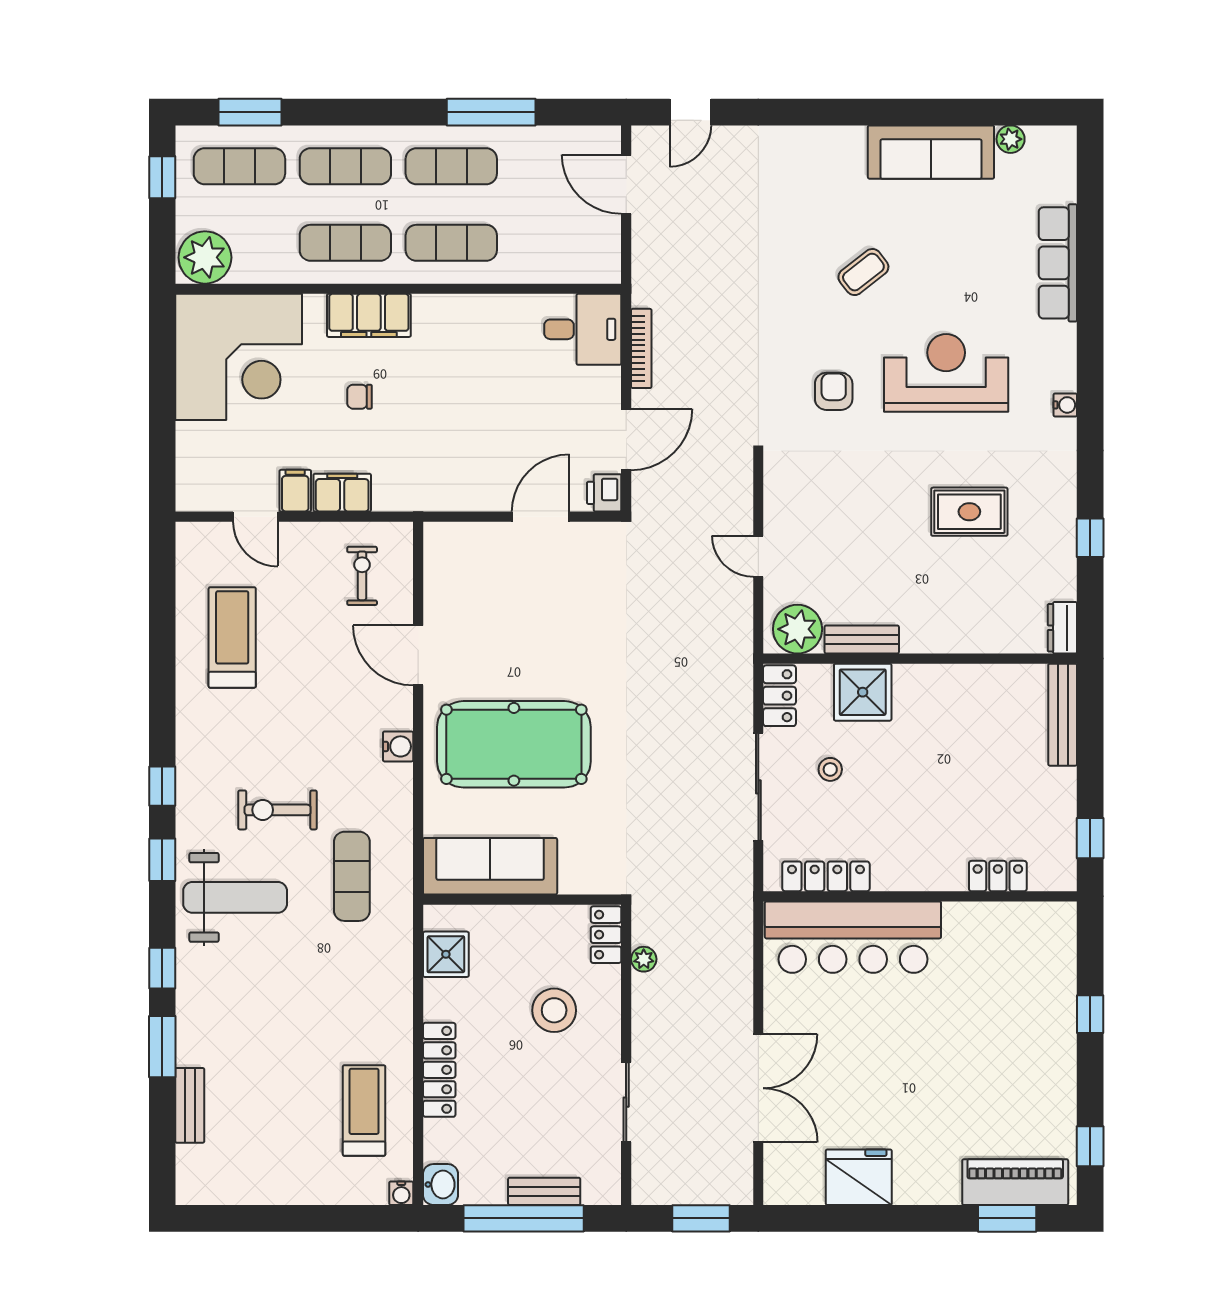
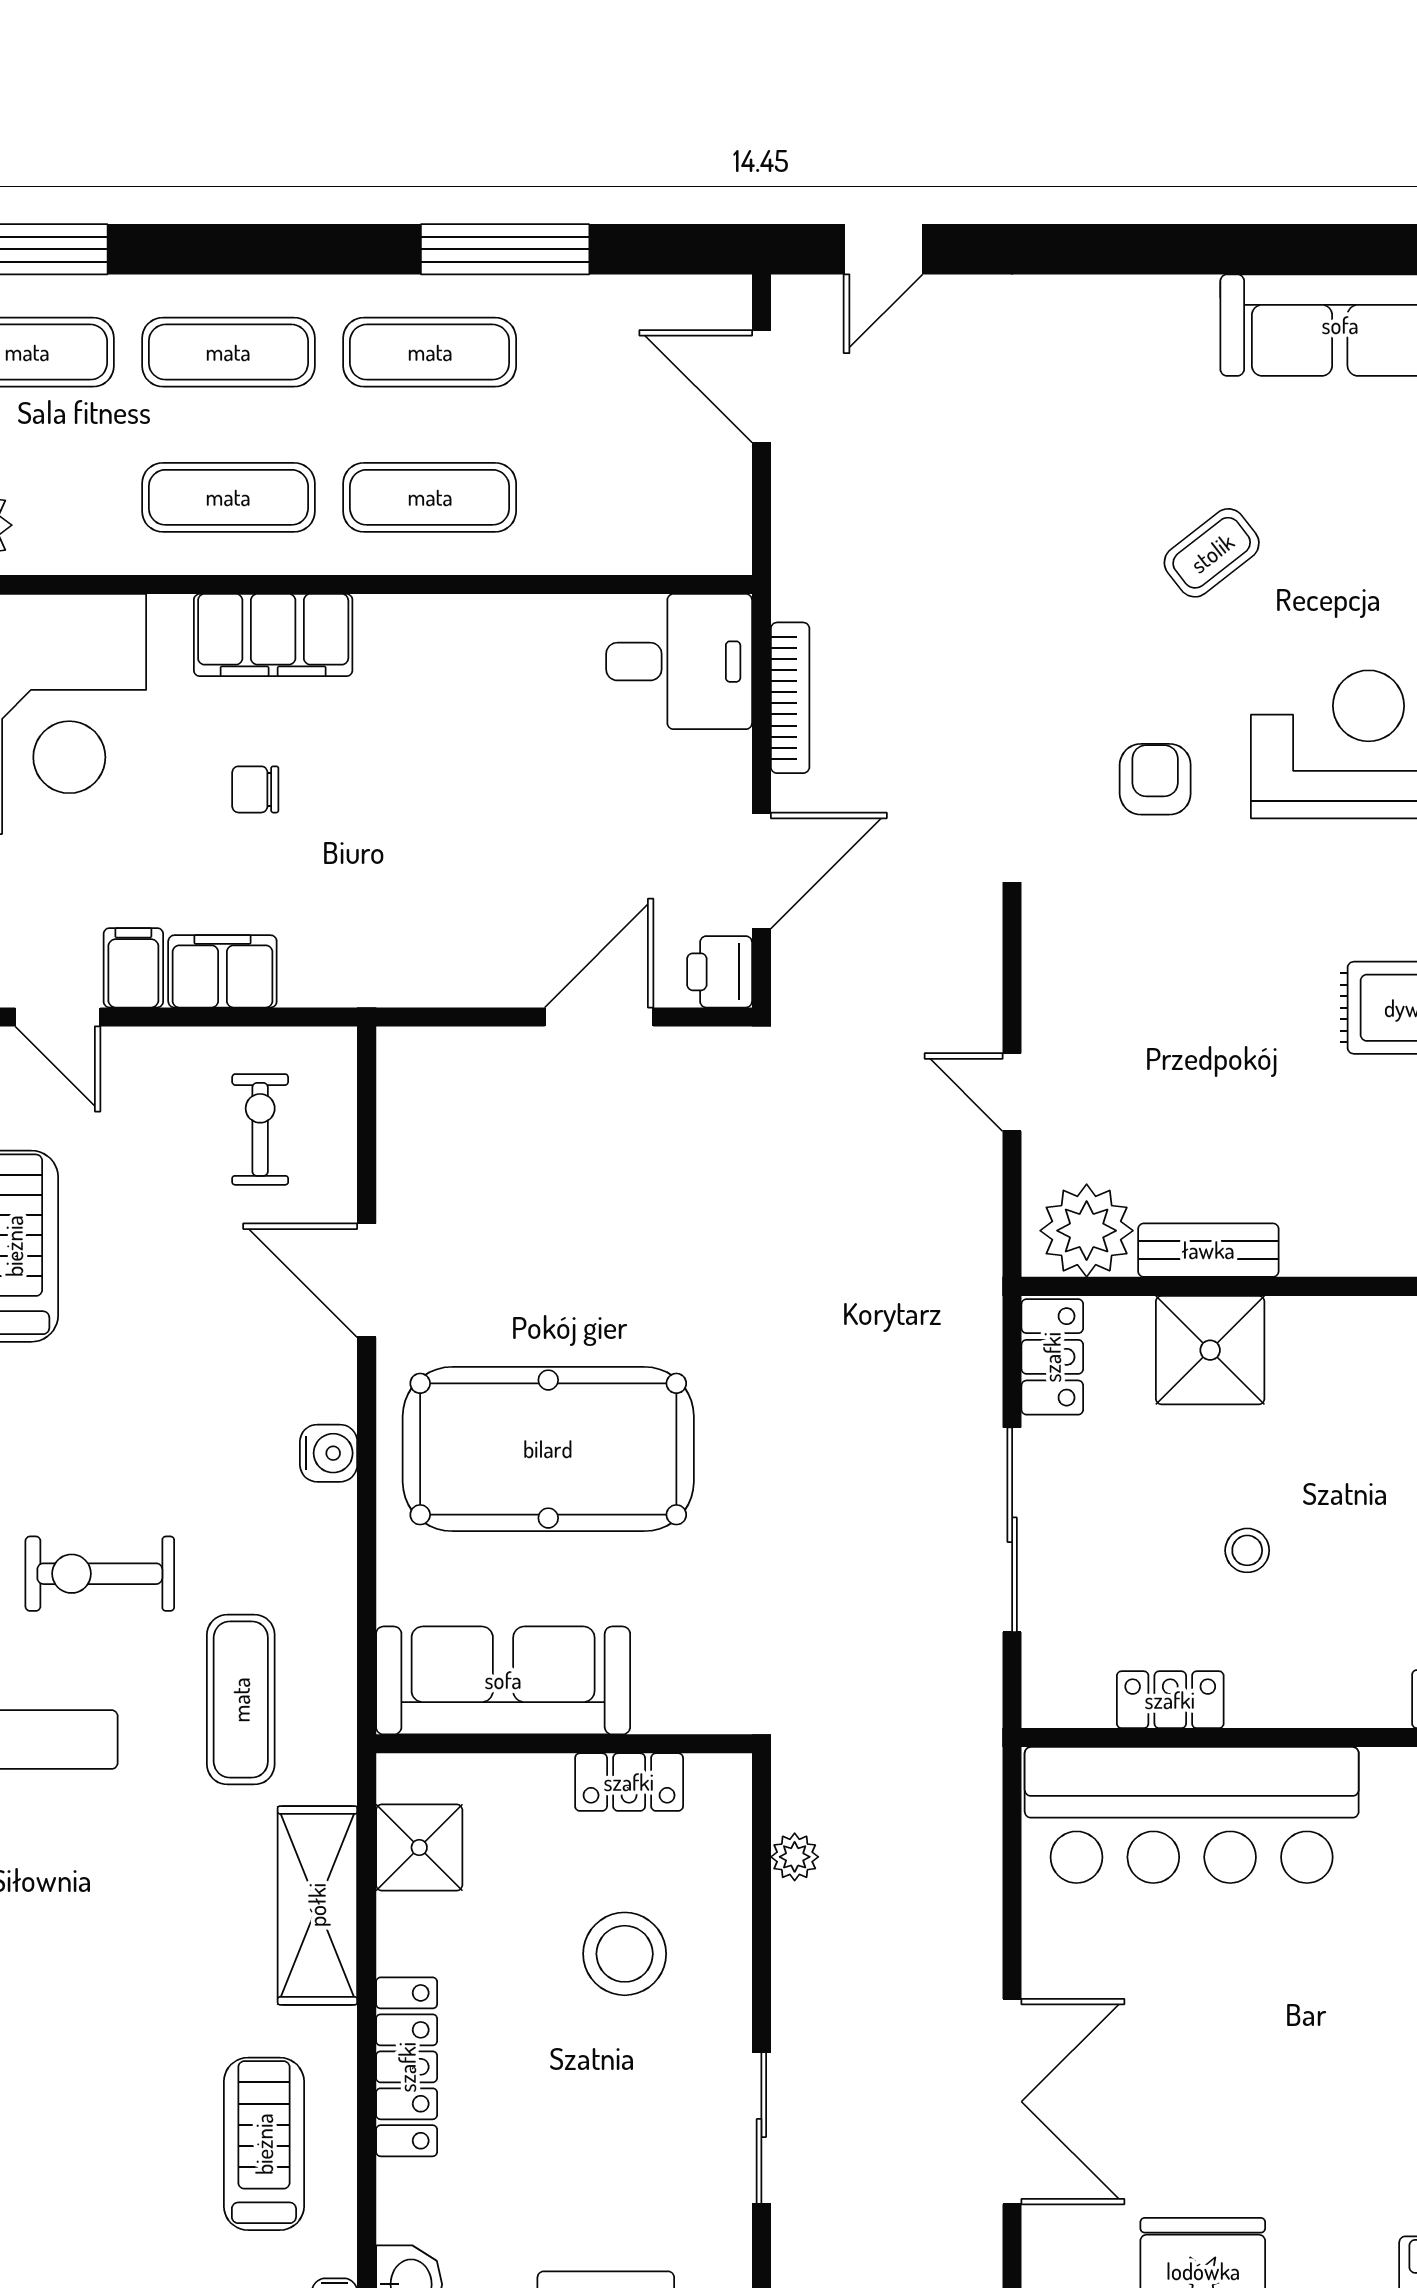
stool: (830, 769) -> (1247, 1550), moved
locker: (826, 876) -> (1170, 1700), width x0.66
locker: (606, 935) -> (629, 1782), moved, turned -90
shelving: (392, 985) -> (317, 1905), added

